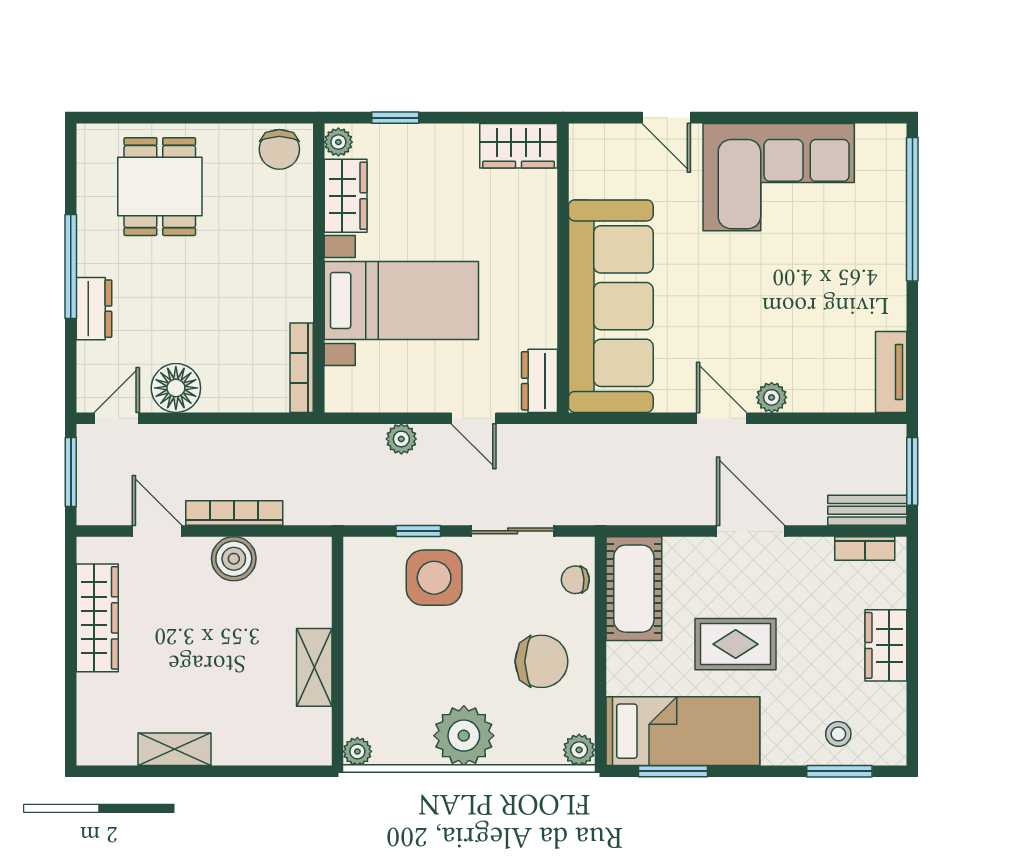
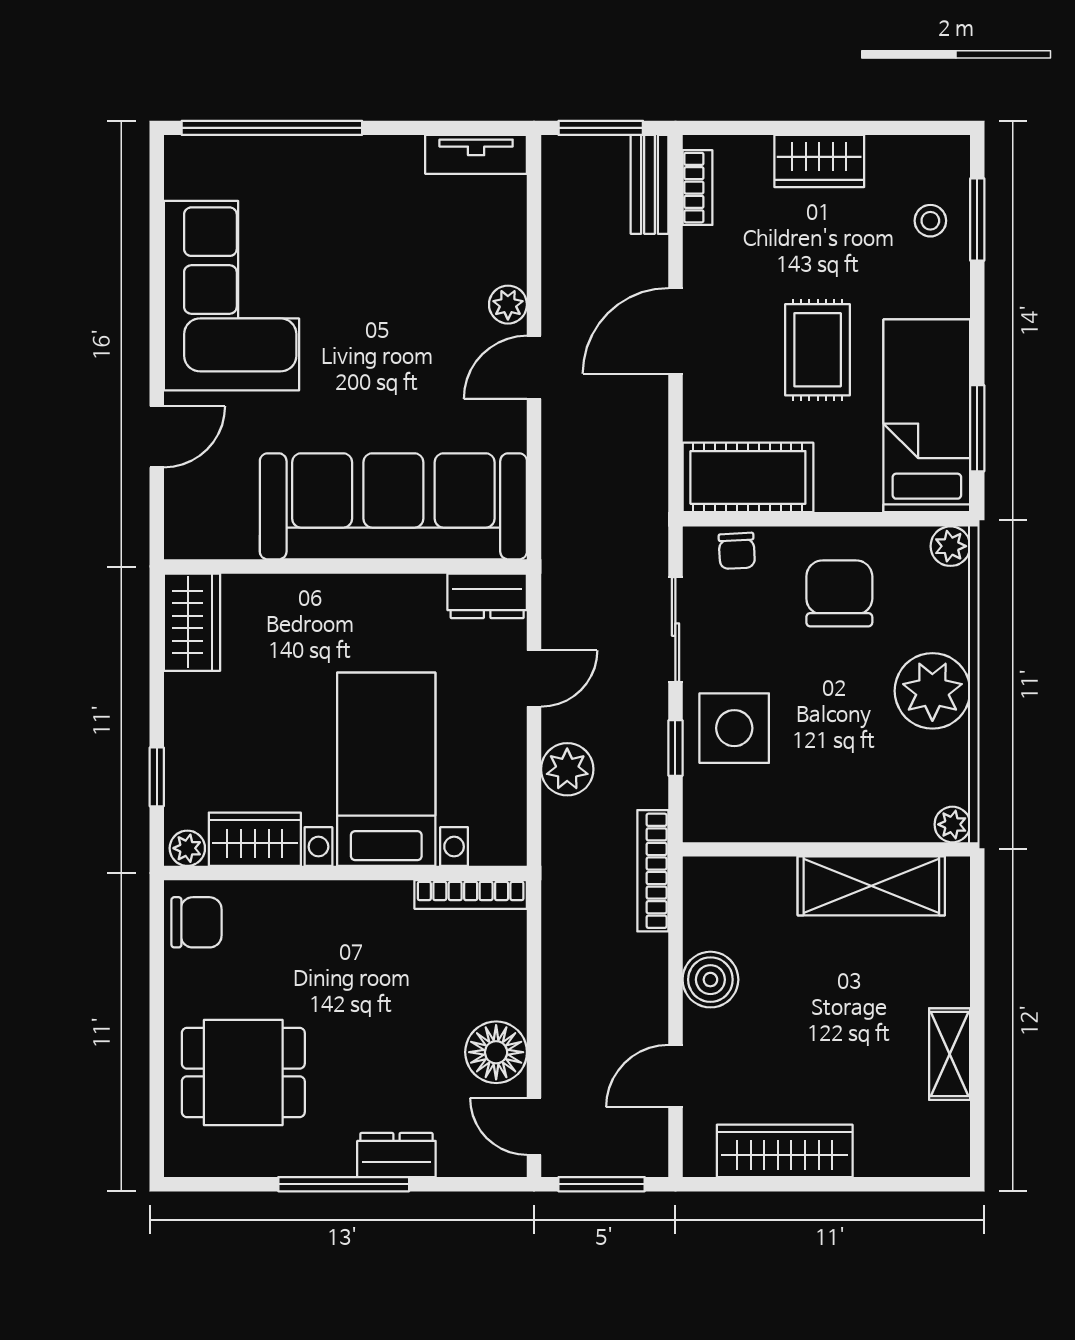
plant: (401, 439) -> (567, 769), width x1.38, depth x1.38
bookcase: (234, 513) -> (653, 871), moved
shelving: (314, 667) -> (871, 886), width x1.50, depth x1.33

